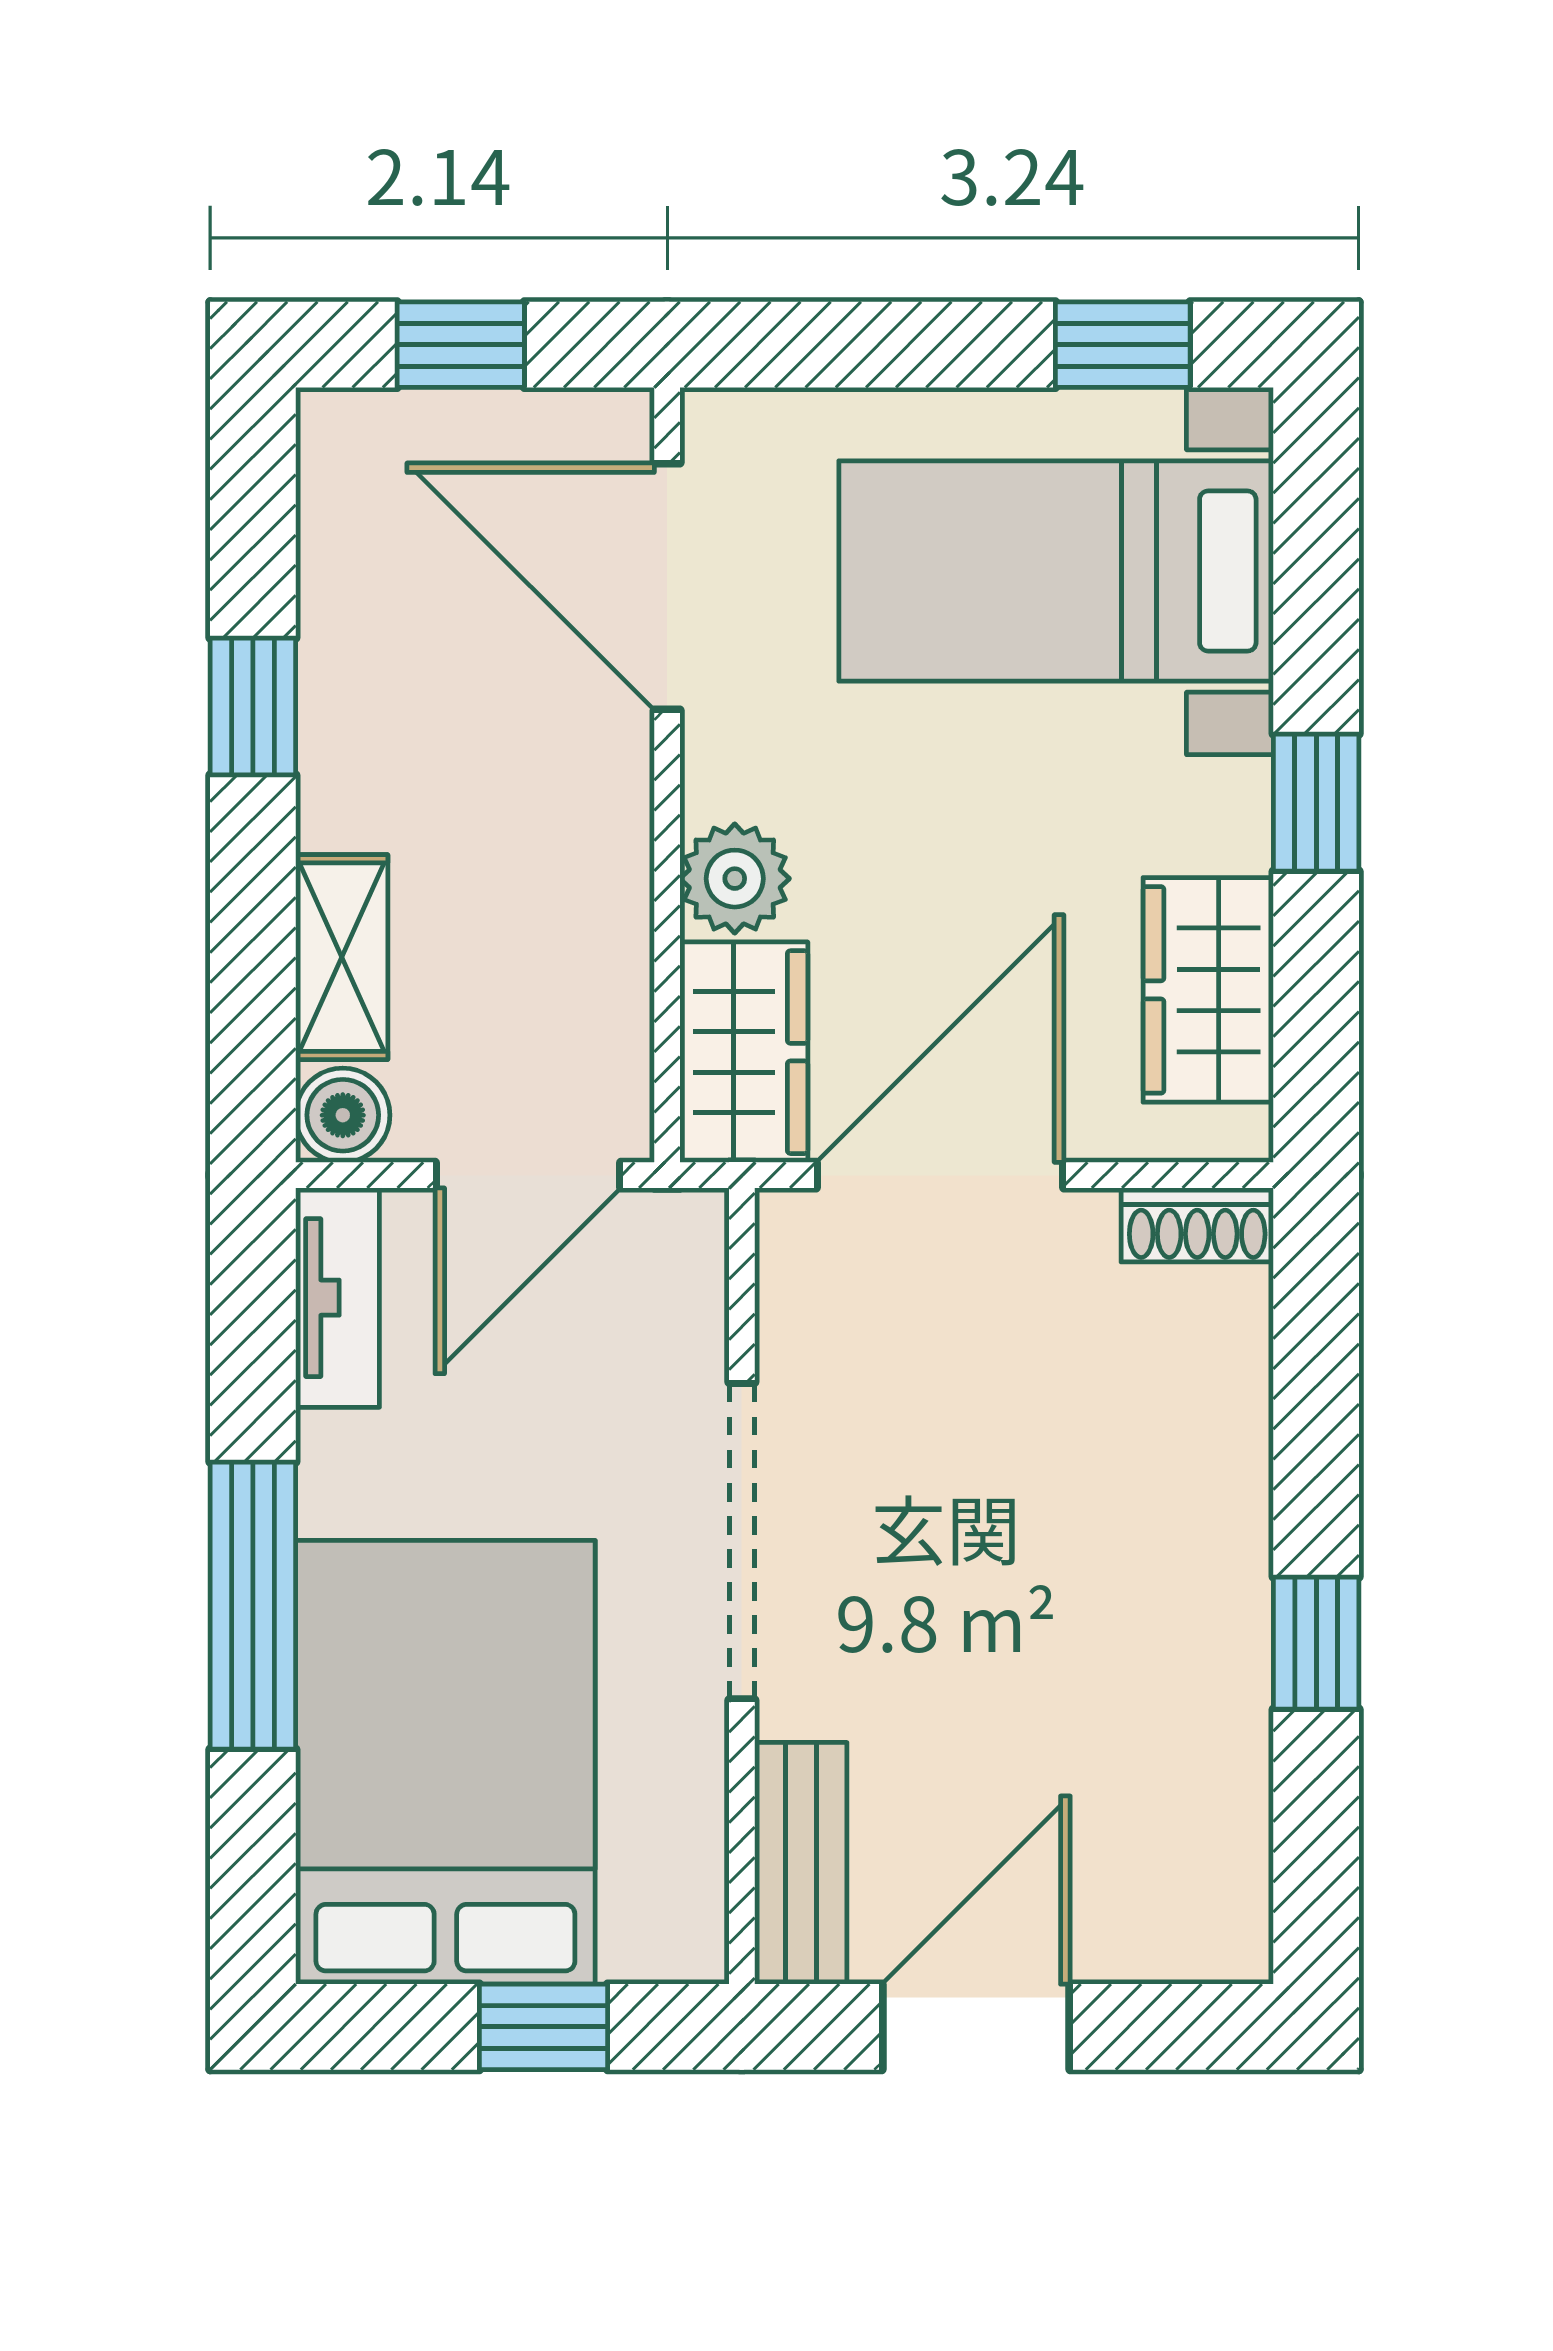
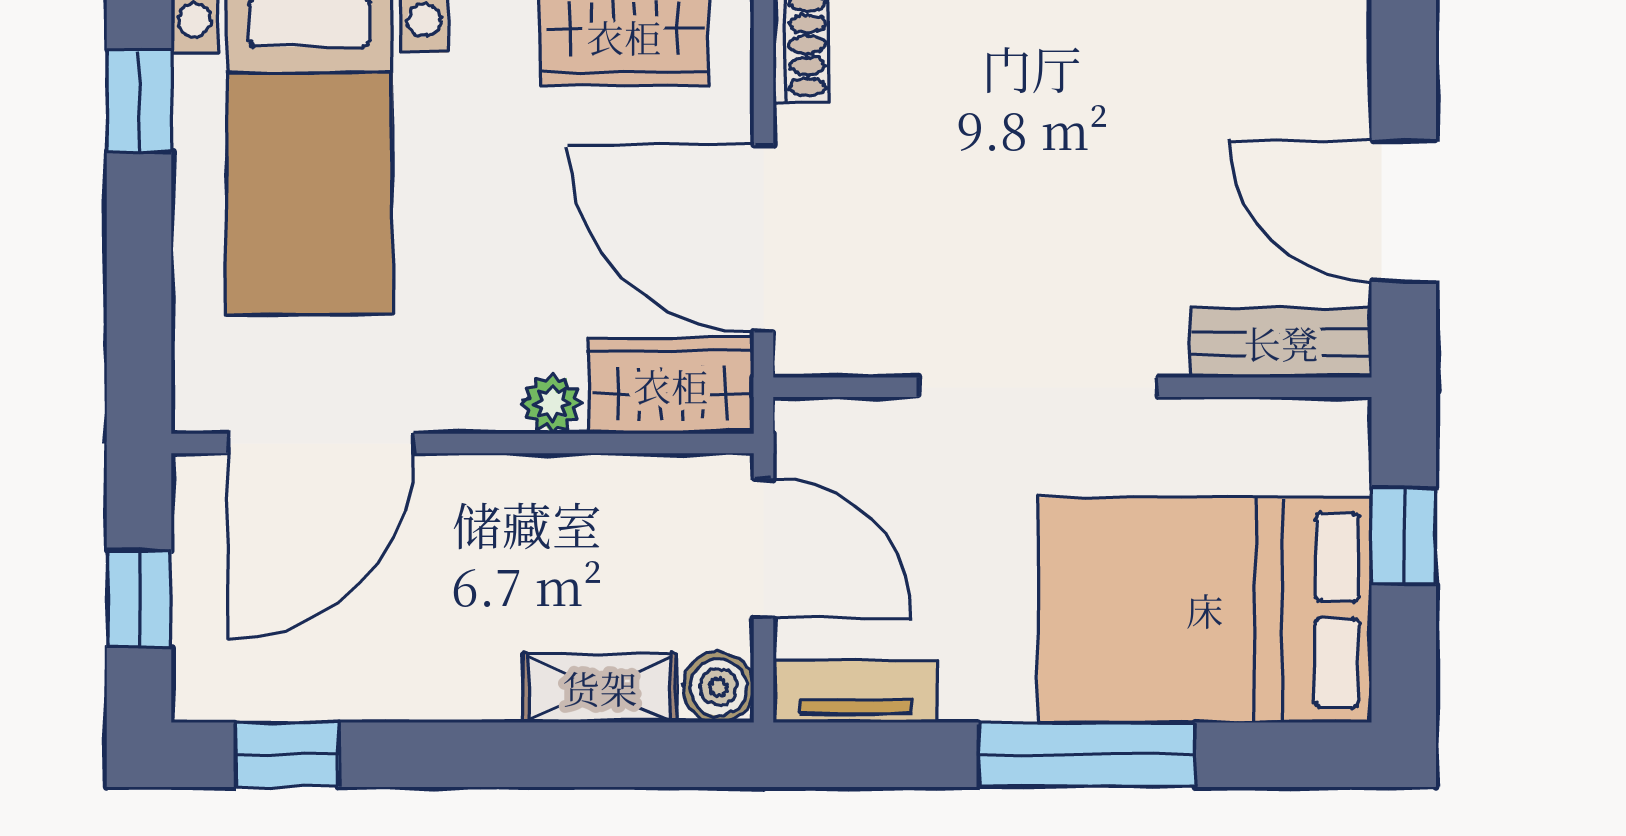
window: (253, 706) -> (287, 755), moved
plant: (735, 879) -> (552, 404), width x0.73, depth x0.73

